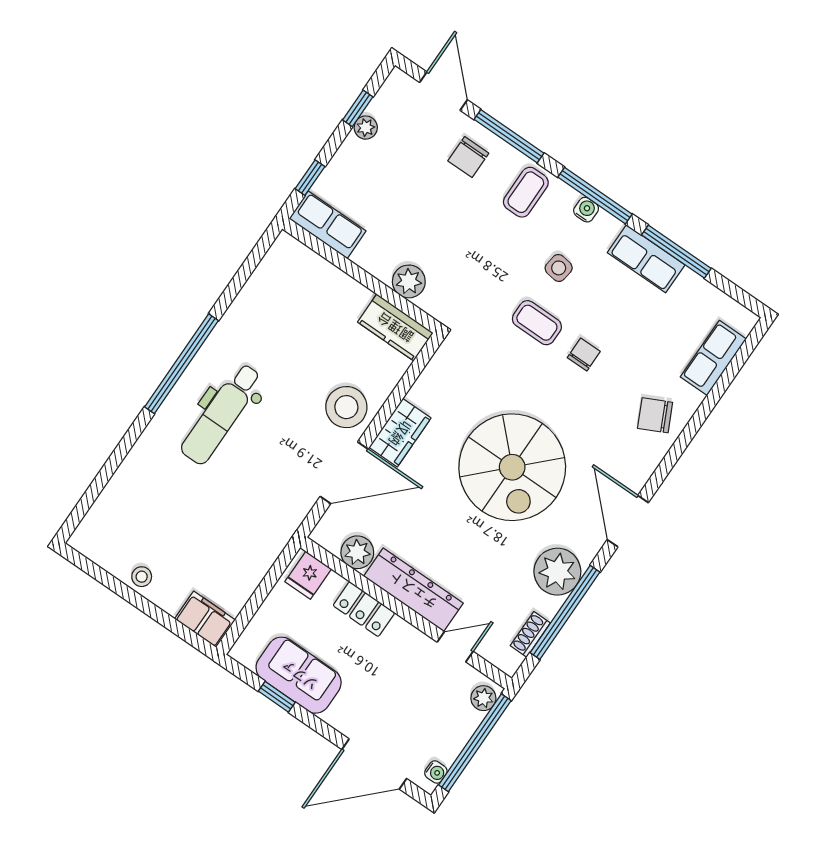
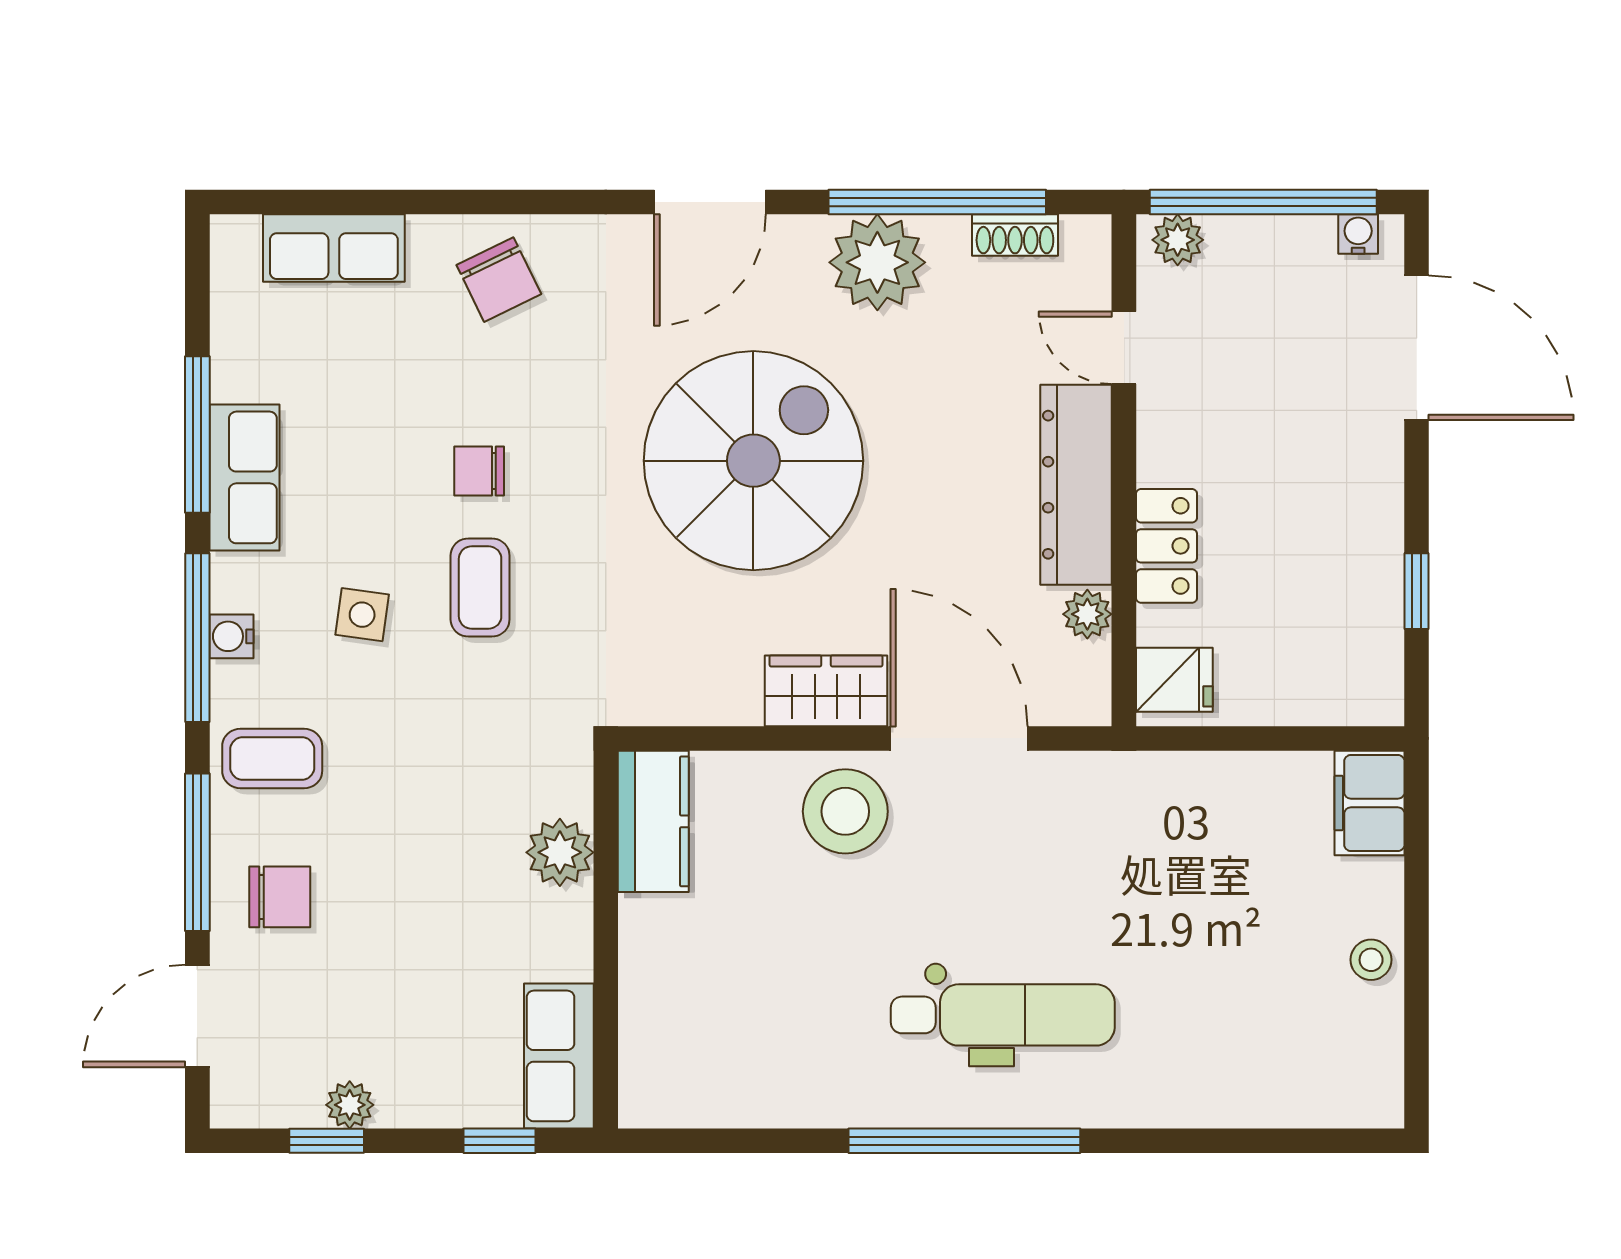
plant: (357, 552) -> (1087, 614), width x0.73, depth x0.73
sofa: (299, 675) -> (1355, 579), removed

